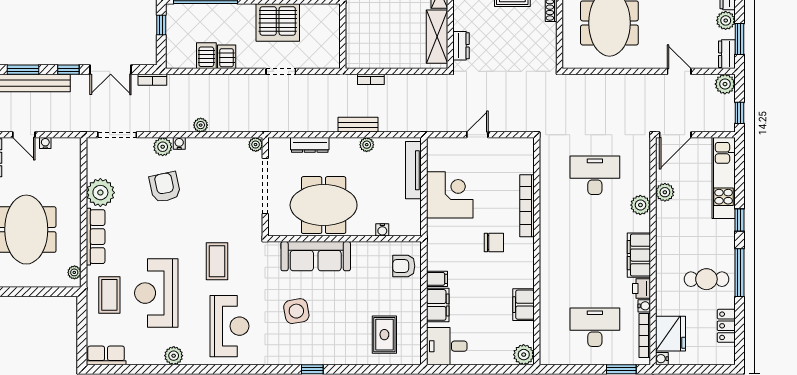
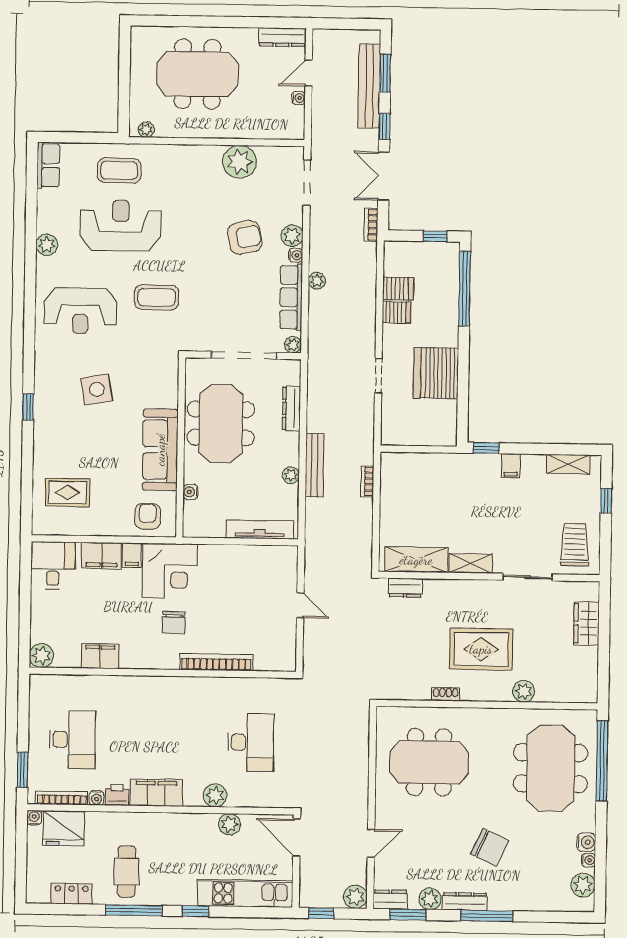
bench: (358, 125) -> (314, 465), width x1.36
corner desk: (450, 195) -> (170, 571), moved
row of seats: (96, 237) -> (291, 297), moved, turned 90
sofa: (316, 256) -> (160, 450), moved

